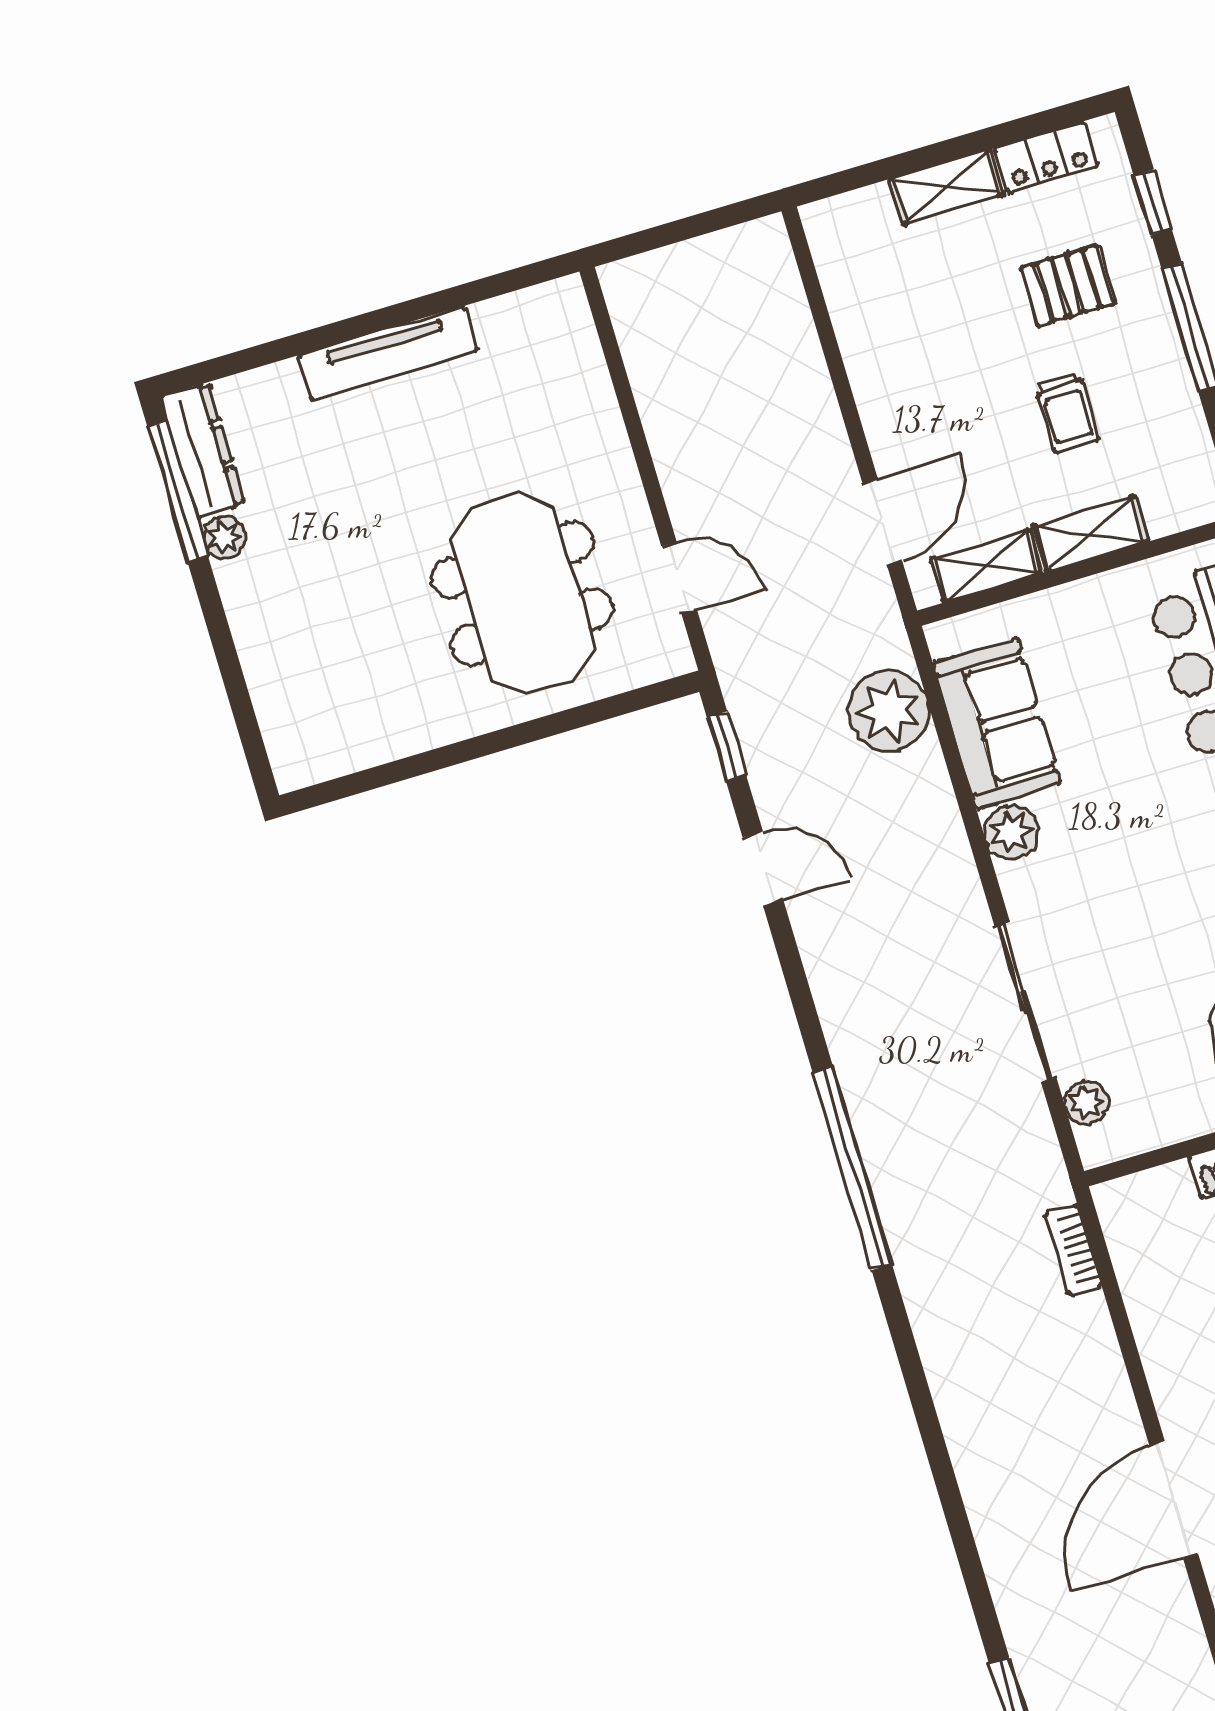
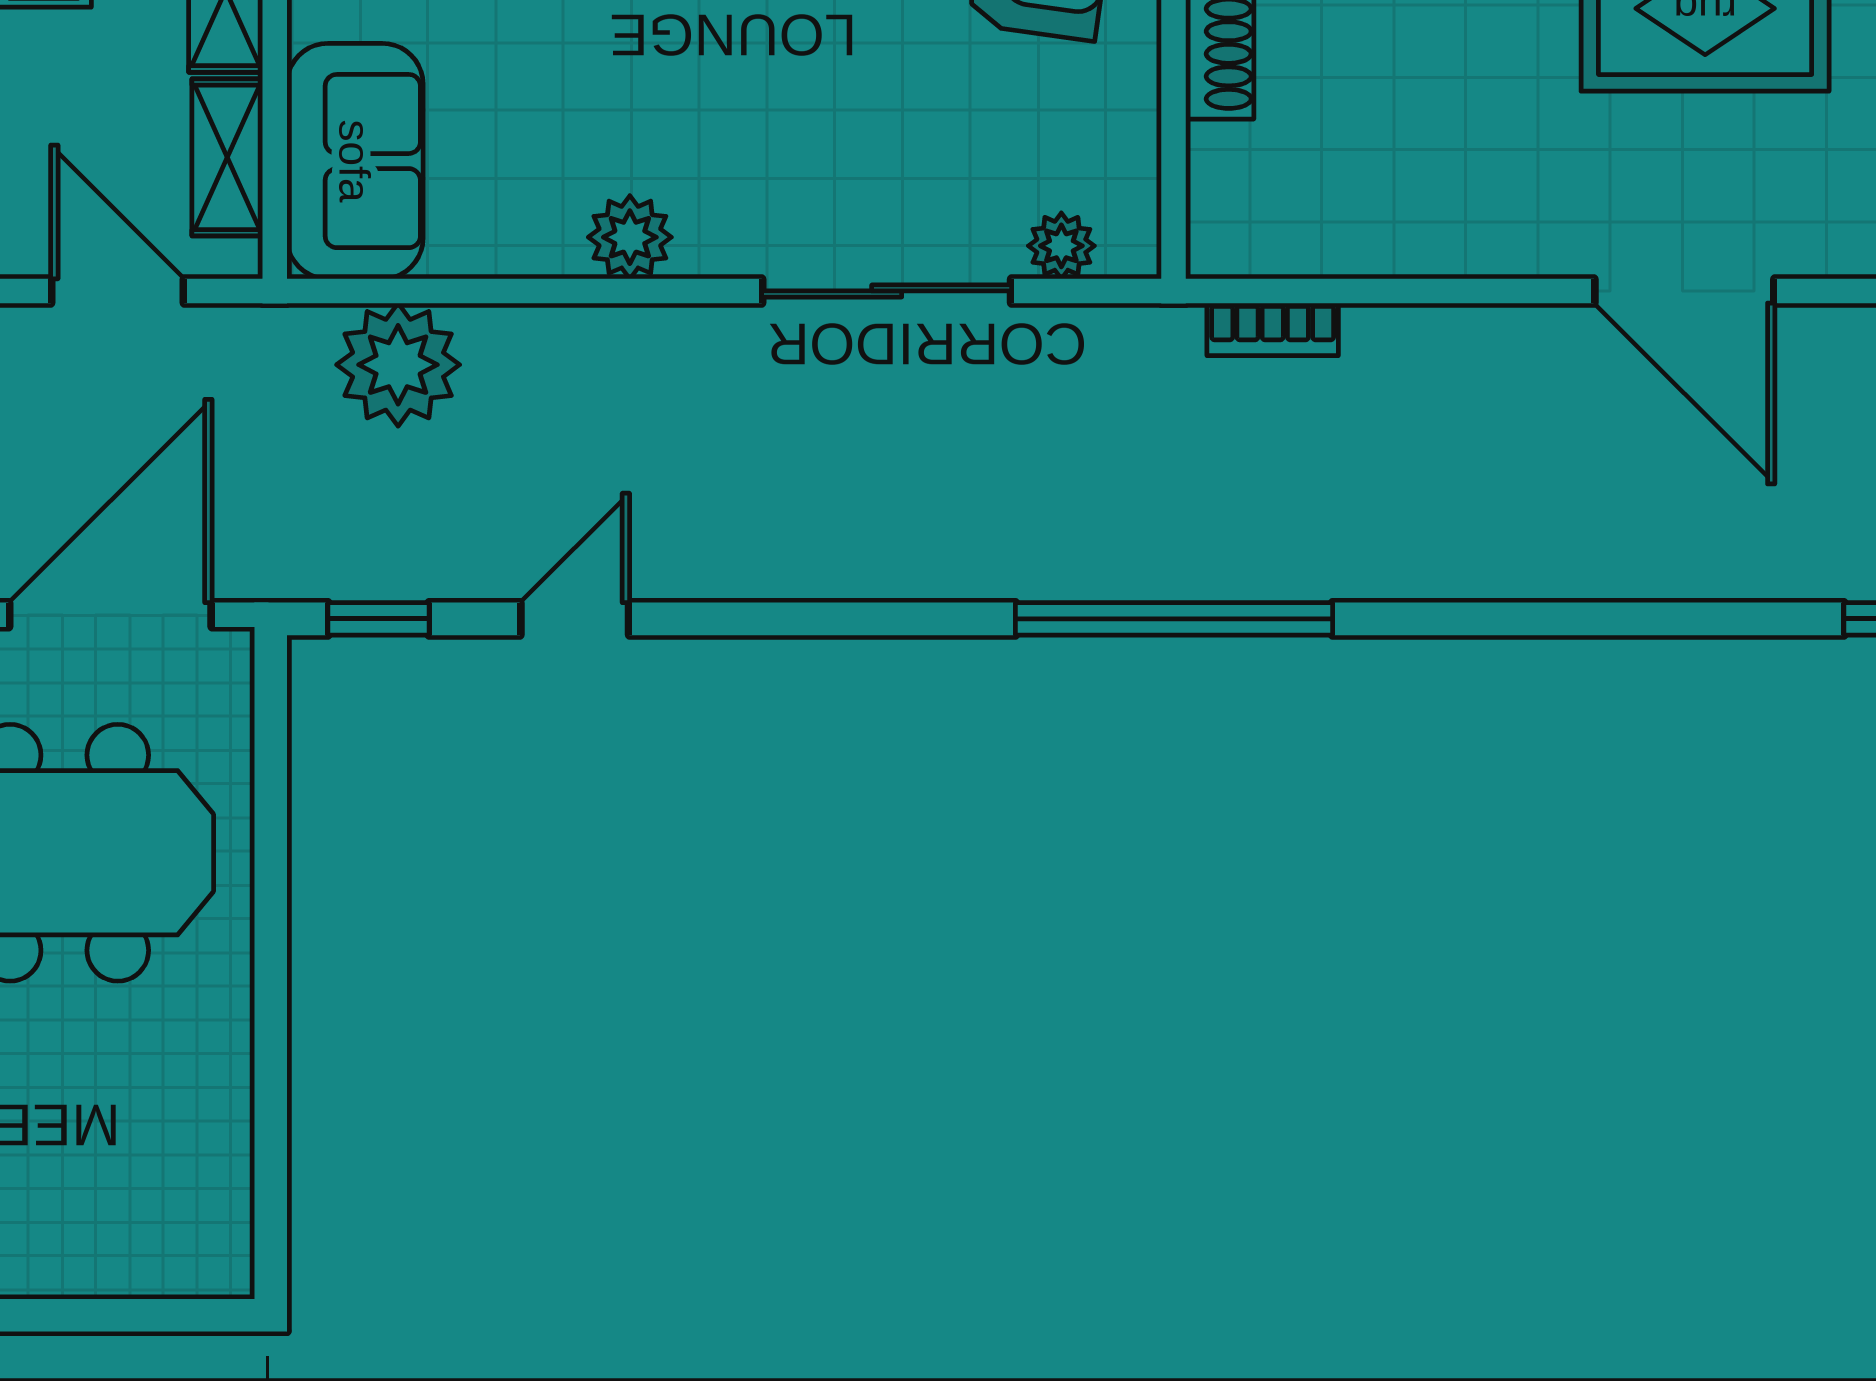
door: (679, 578) -> (110, 615), width x1.88
sofa: (997, 723) -> (355, 161), moved, turned 90
window: (852, 1168) -> (1174, 619), moved

